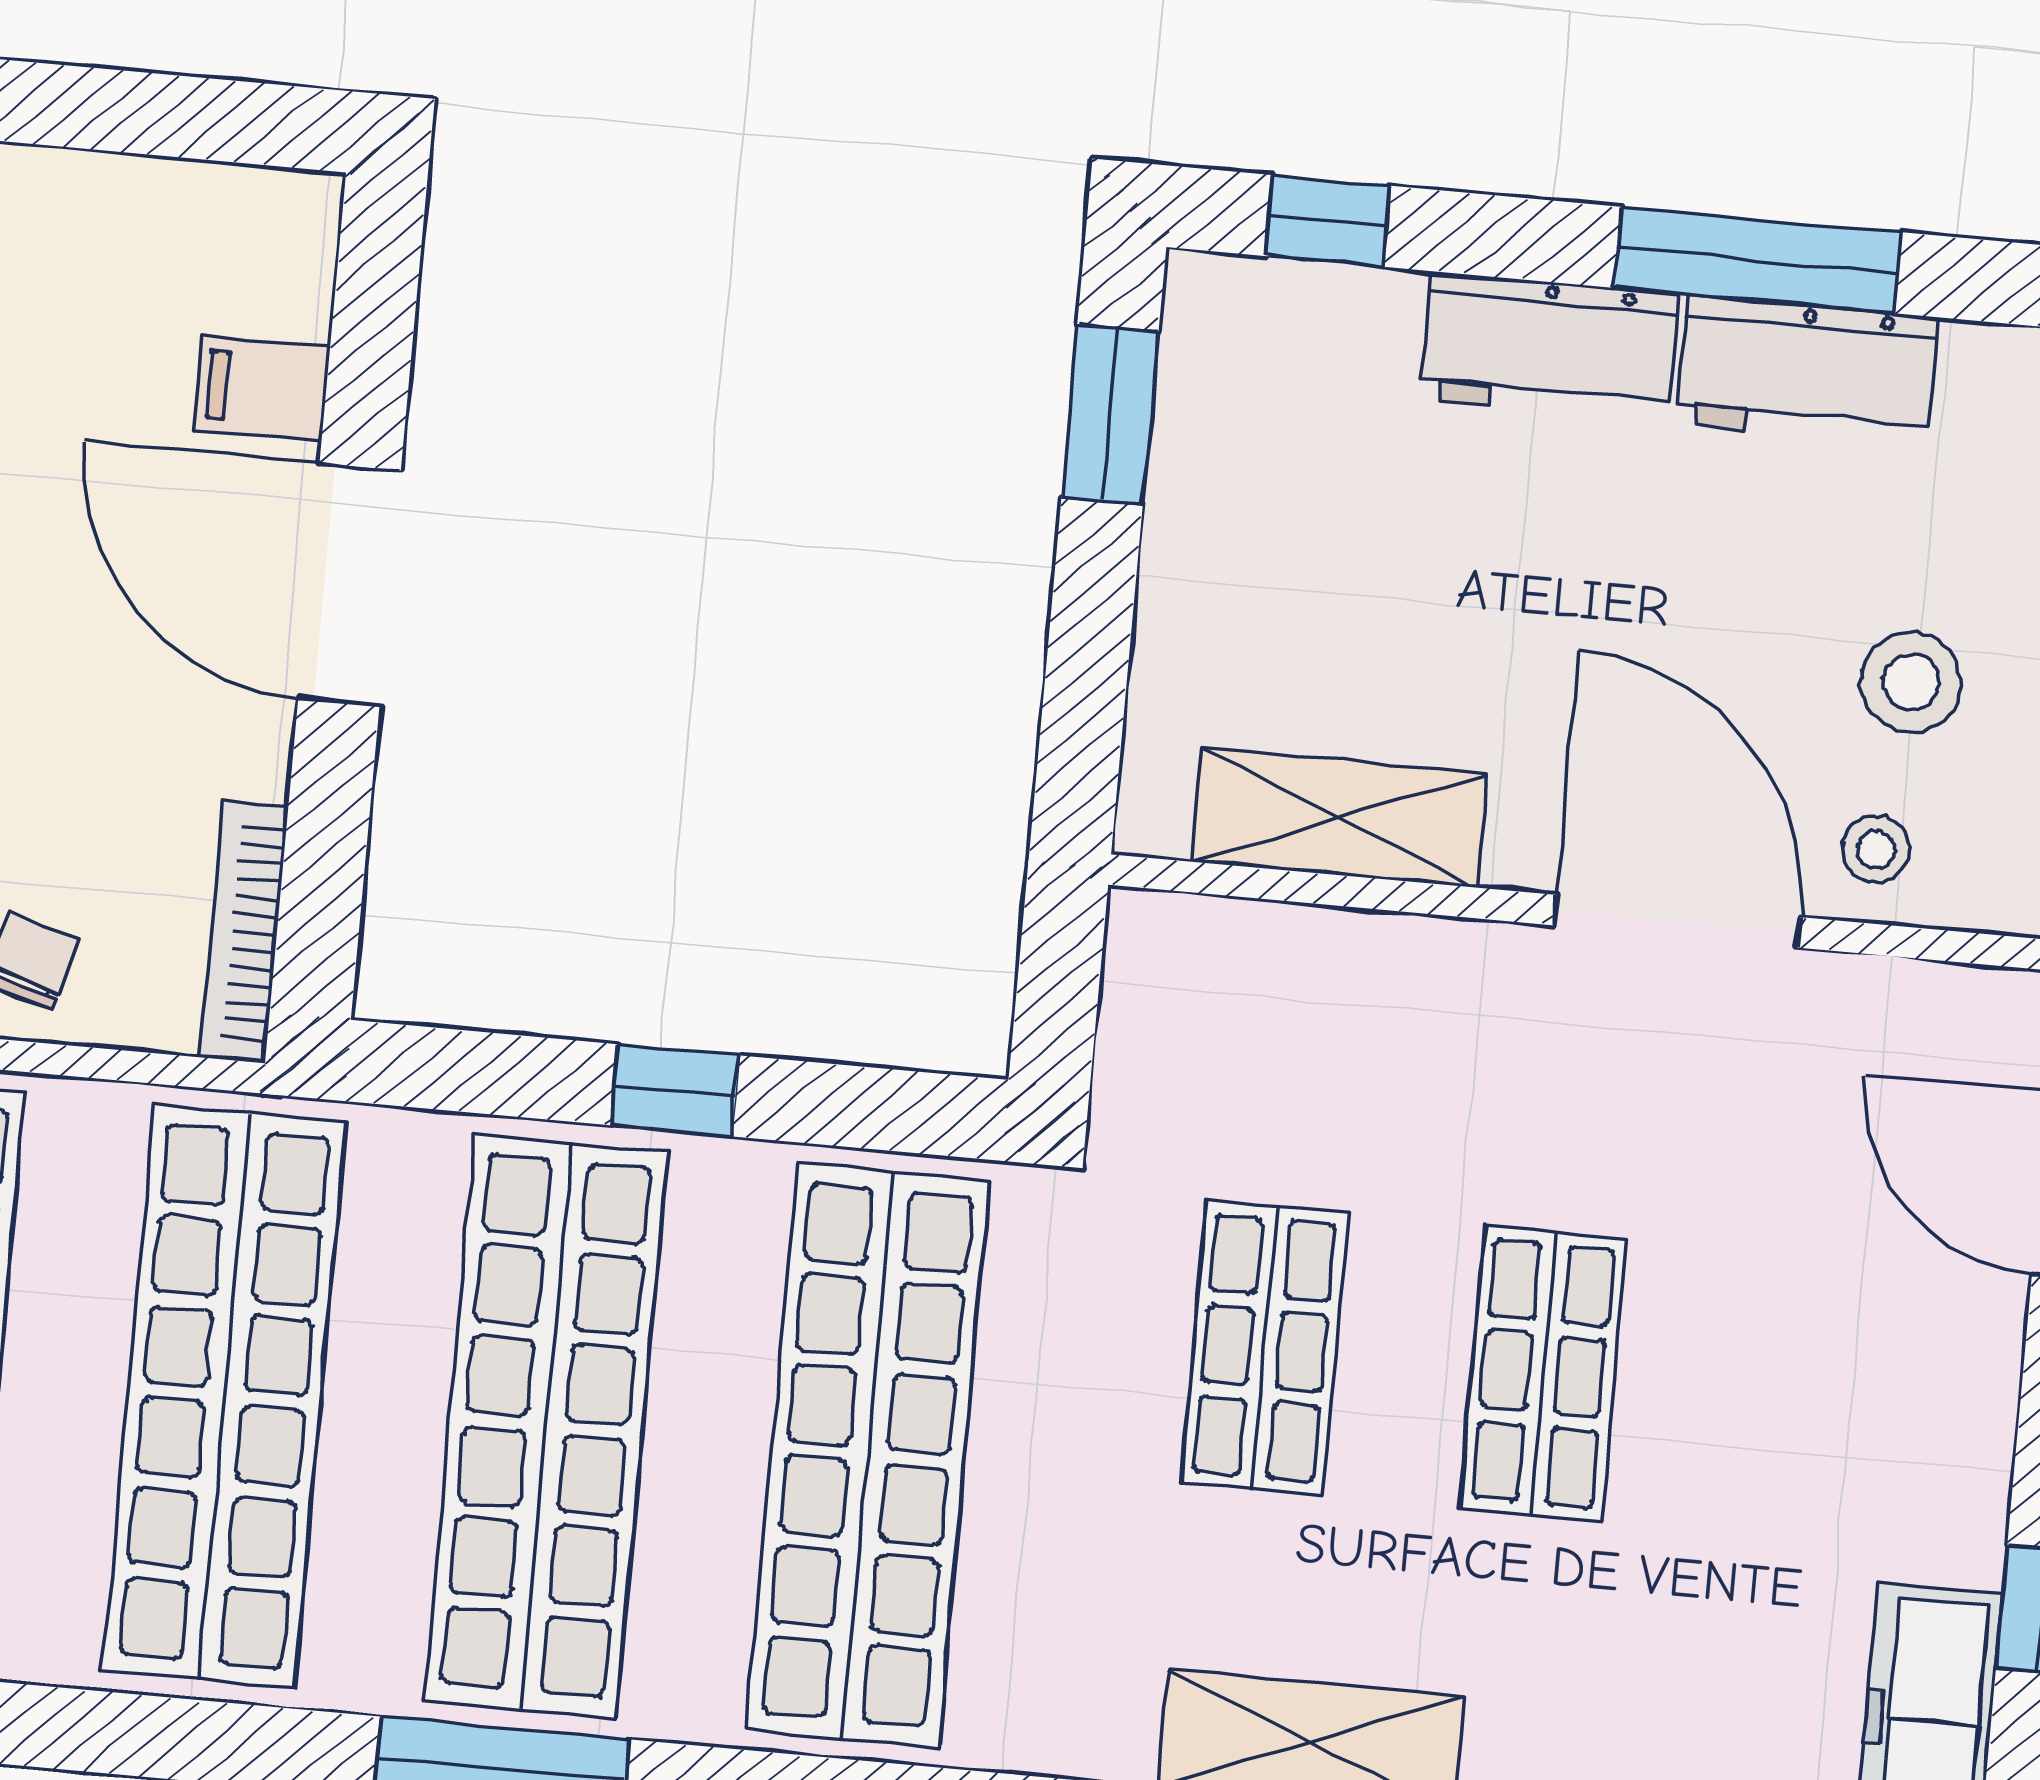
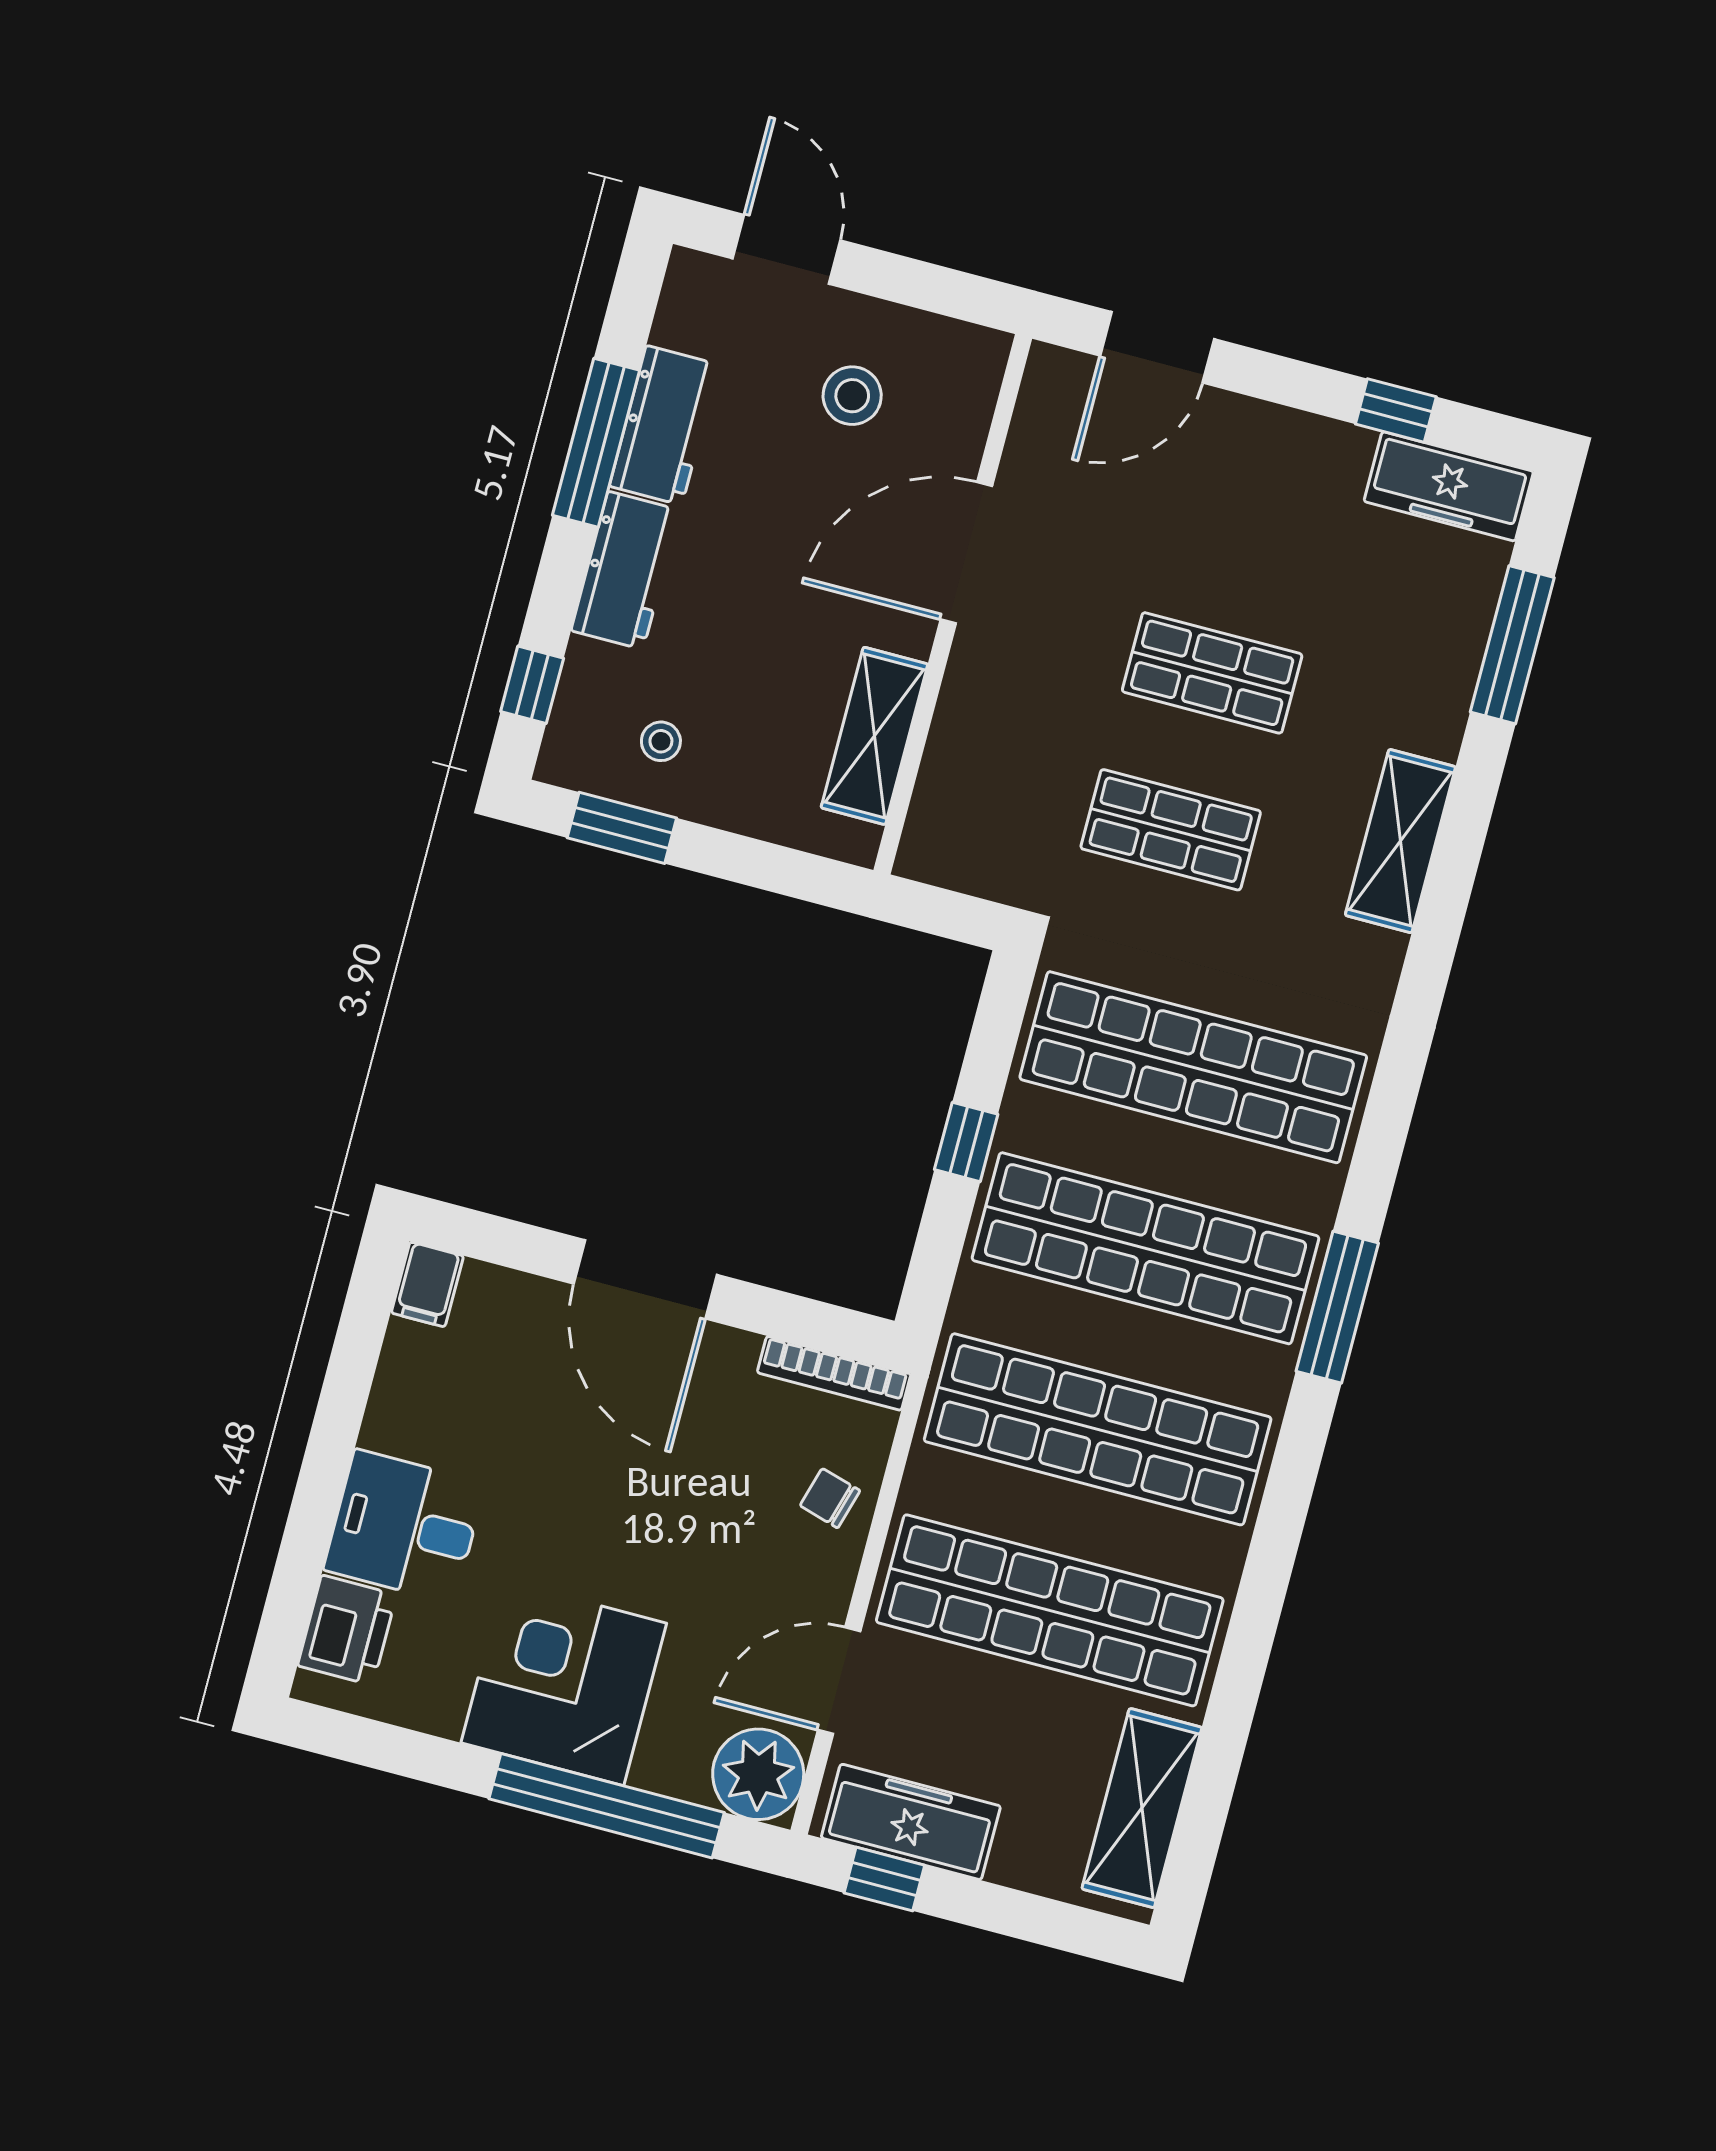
filing cabinet: (262, 389) -> (427, 1284), moved
door: (350, 584) -> (645, 1279), hinge flipped
stool: (1876, 849) -> (661, 741), moved

